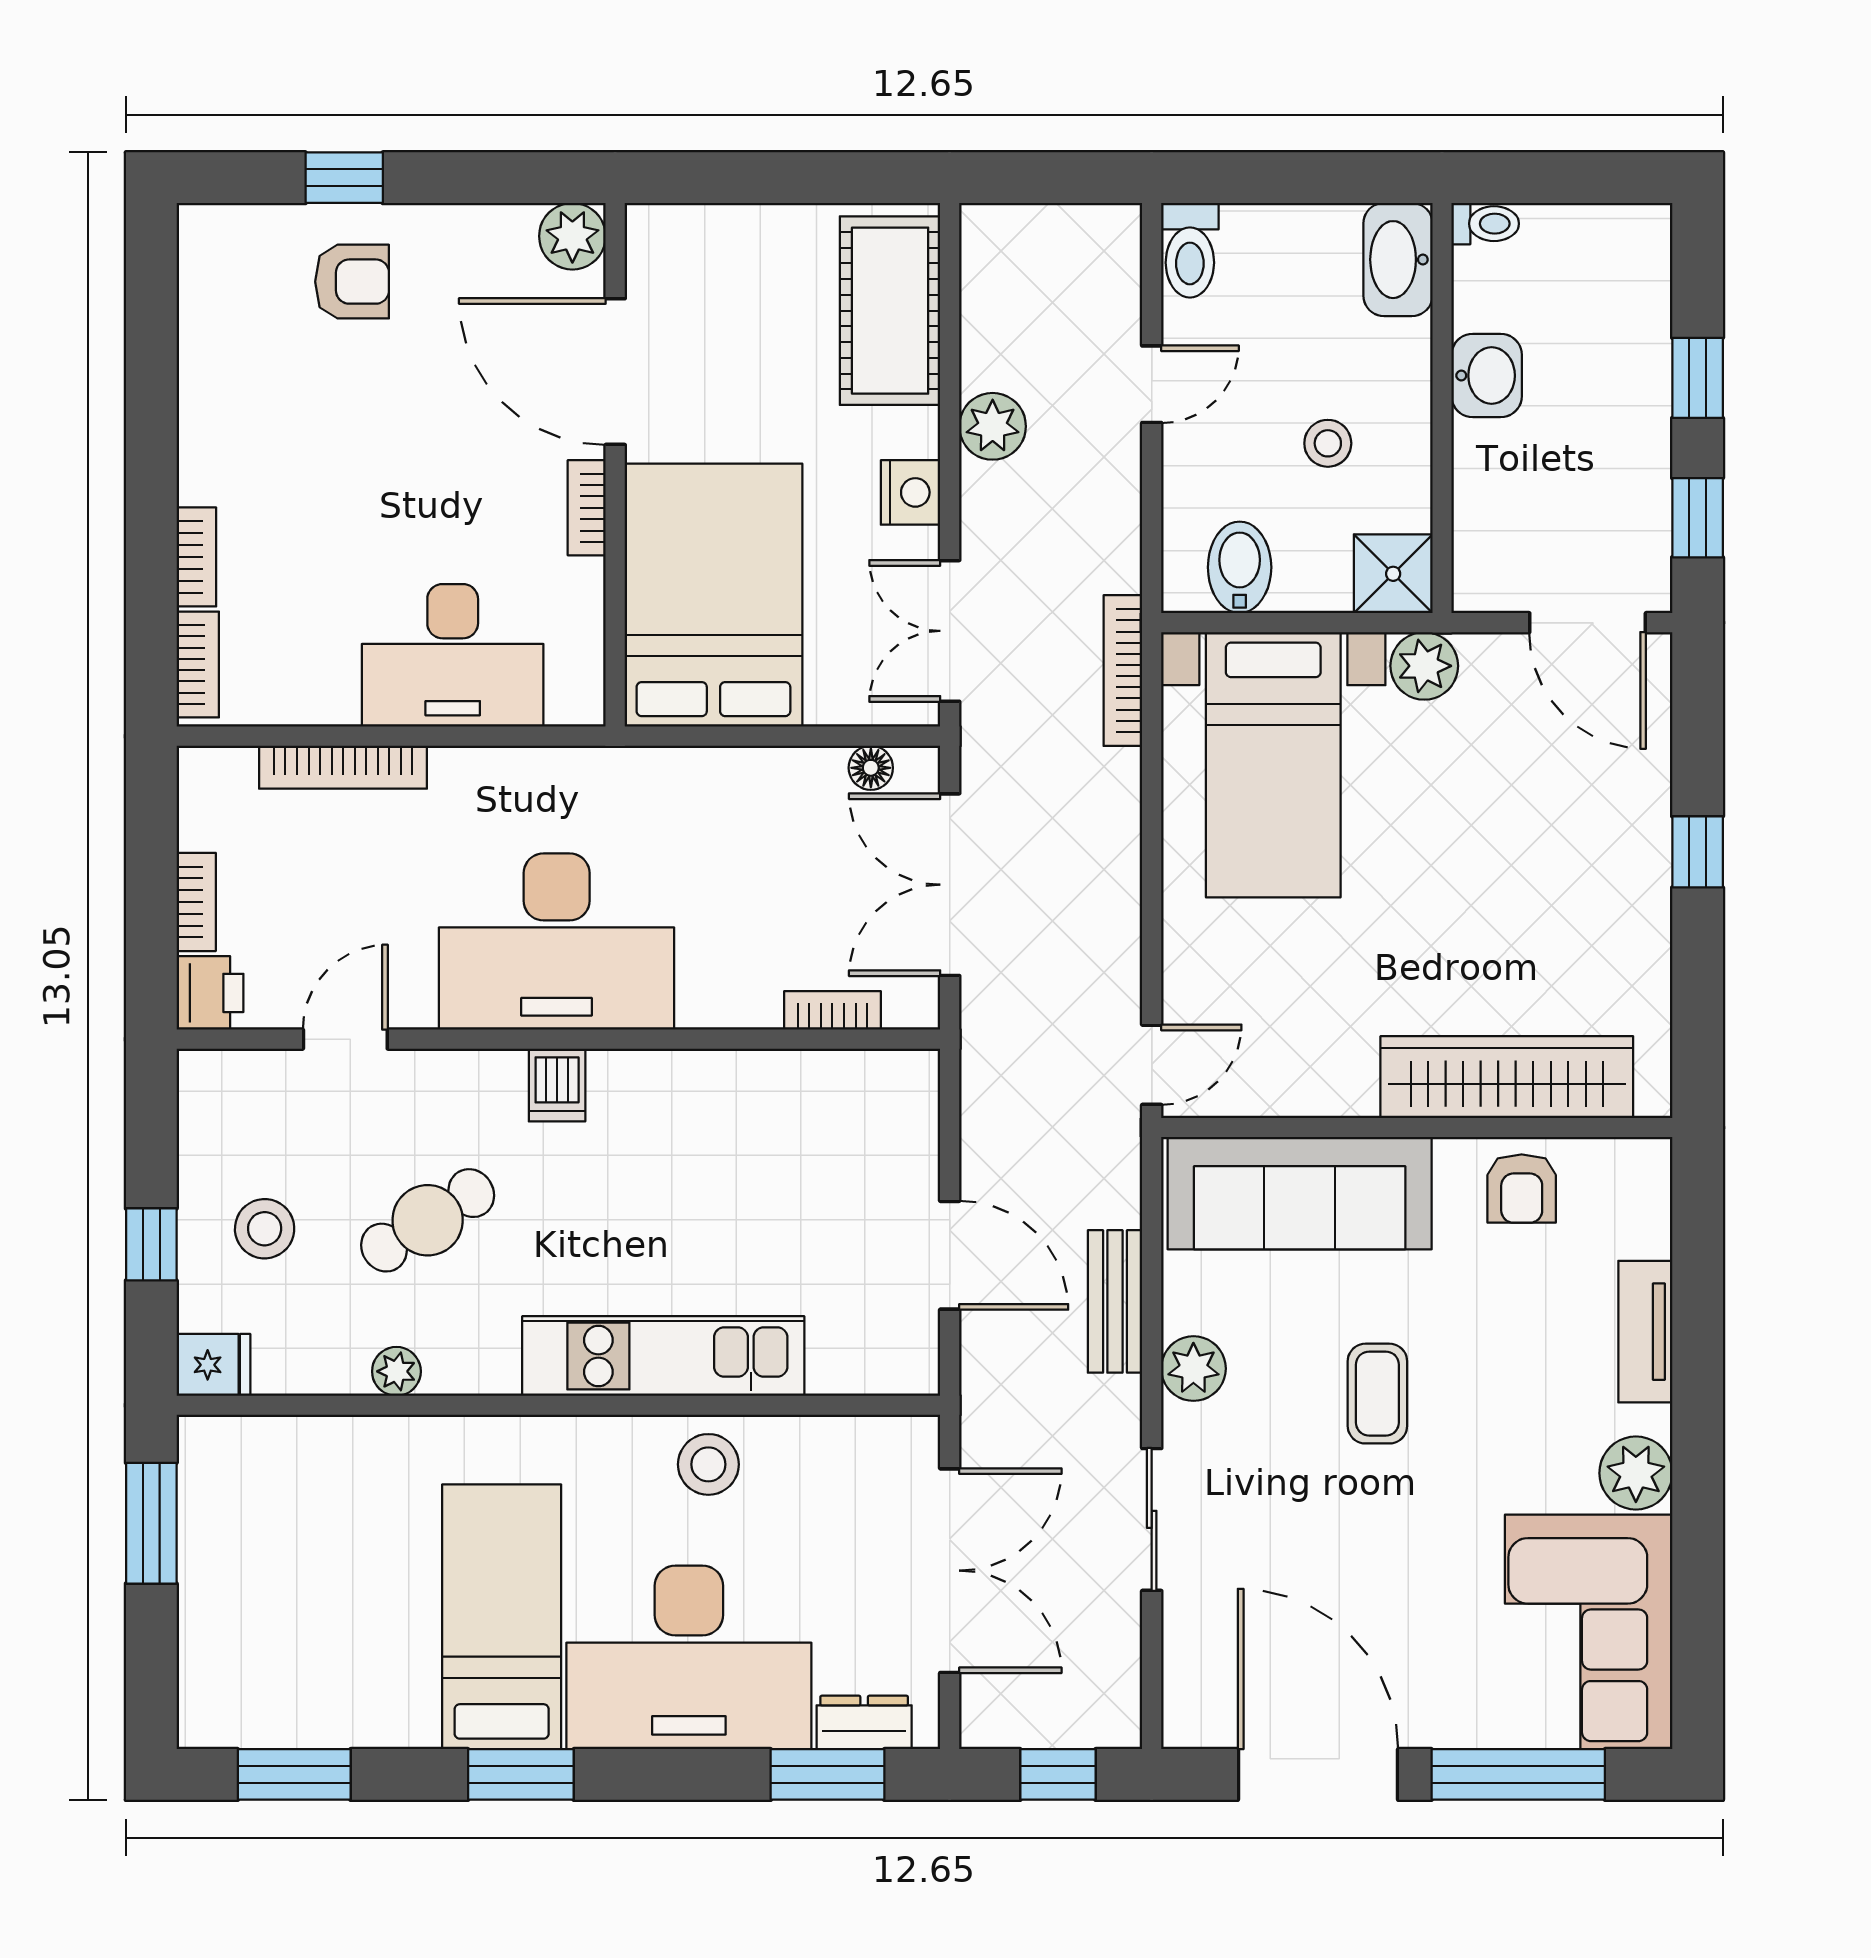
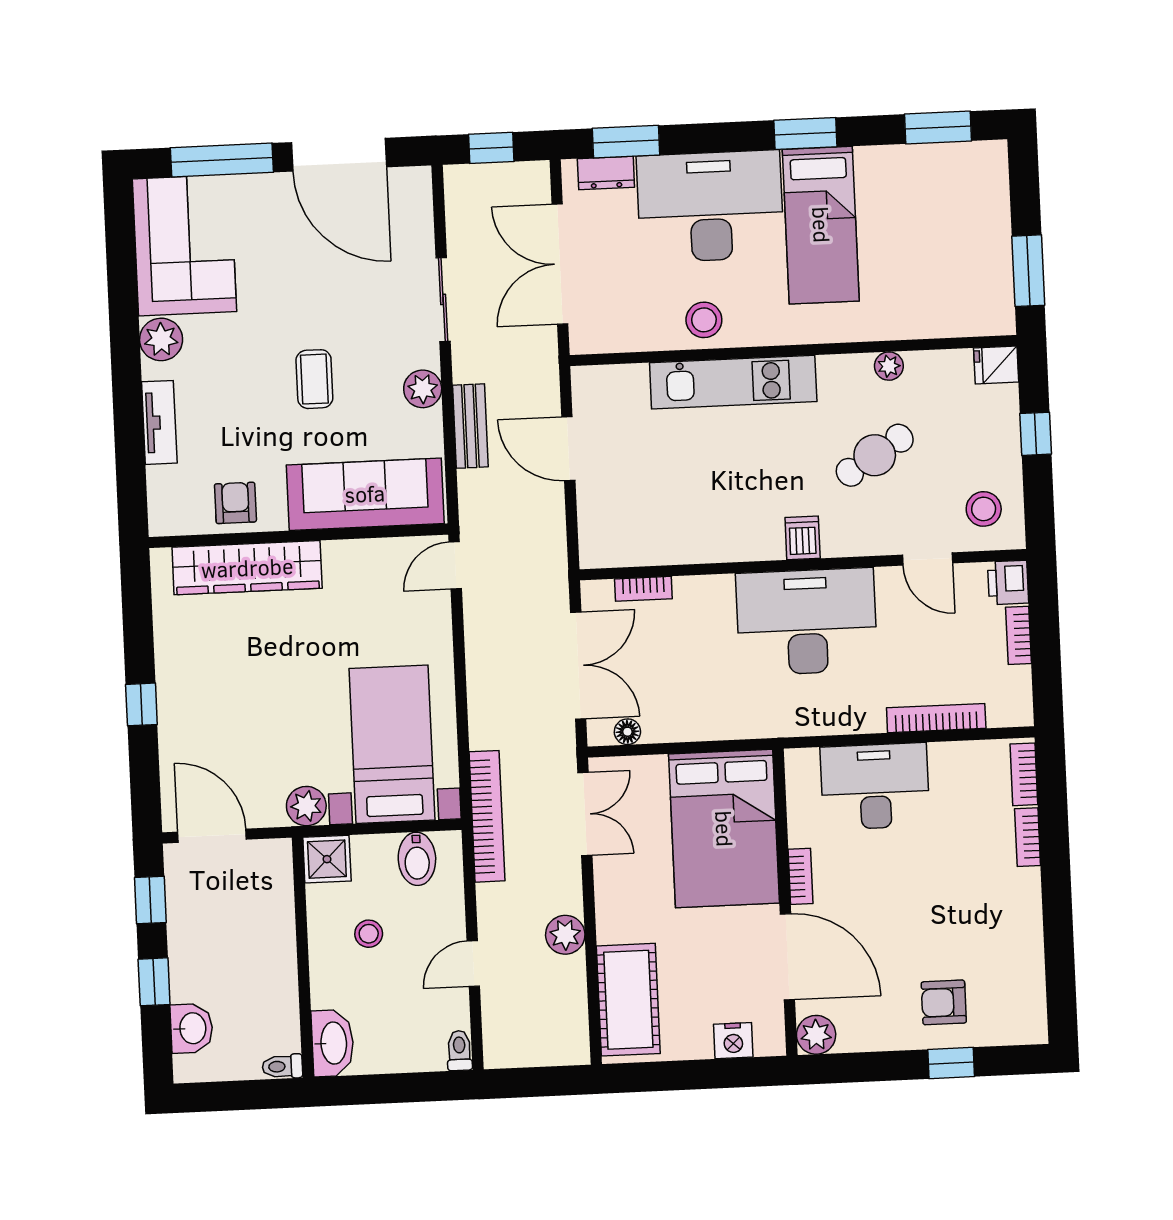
toilet: (1190, 250) -> (459, 1051), width x0.73, depth x0.72
washbasin: (1487, 376) -> (192, 1028), moved, turned 180
nightstand: (911, 492) -> (733, 1041), moved, turned -90
bookcase: (1123, 671) -> (487, 816), width x1.48, depth x1.31
door: (345, 1039) -> (928, 559), hinge flipped
stool: (265, 1229) -> (984, 509), moved

